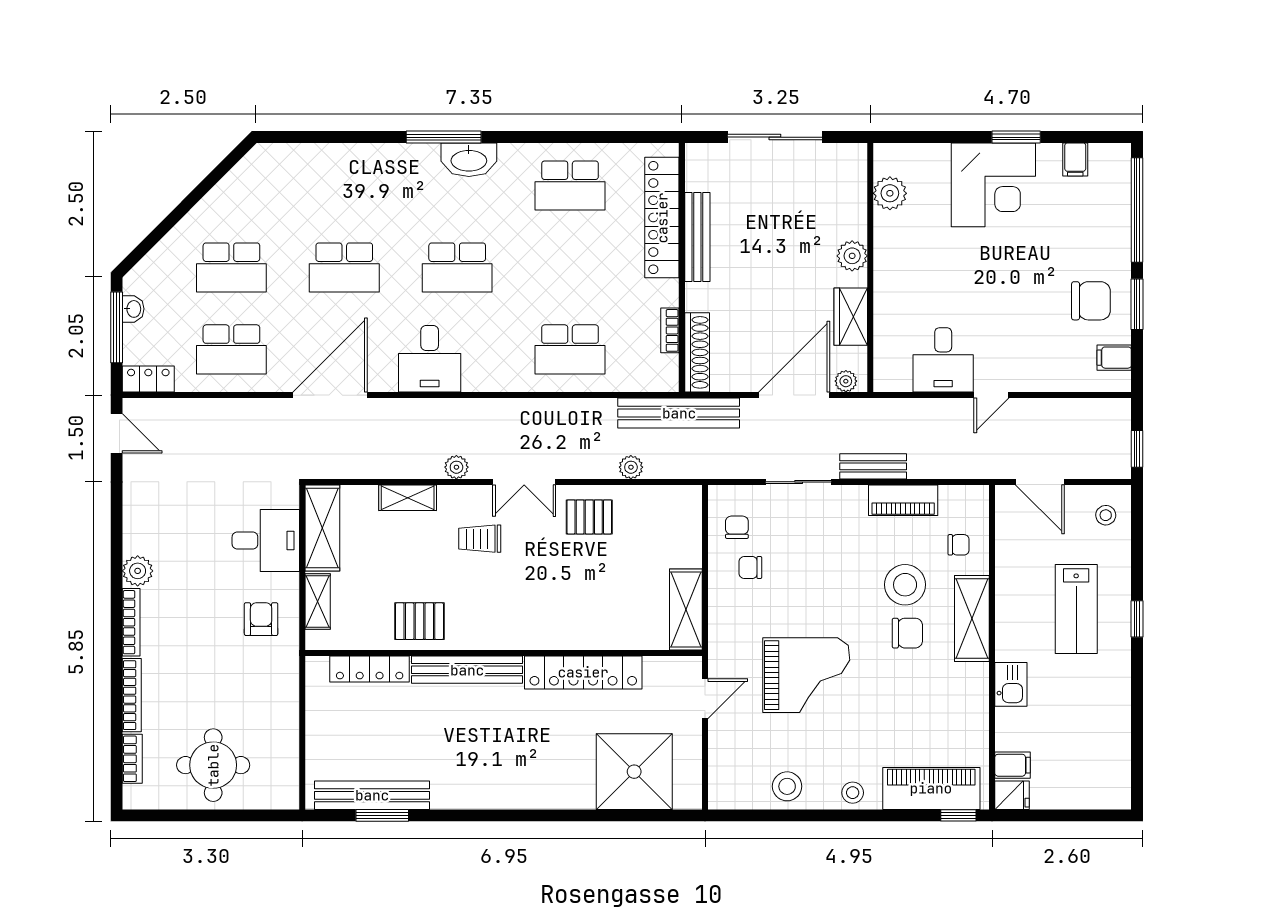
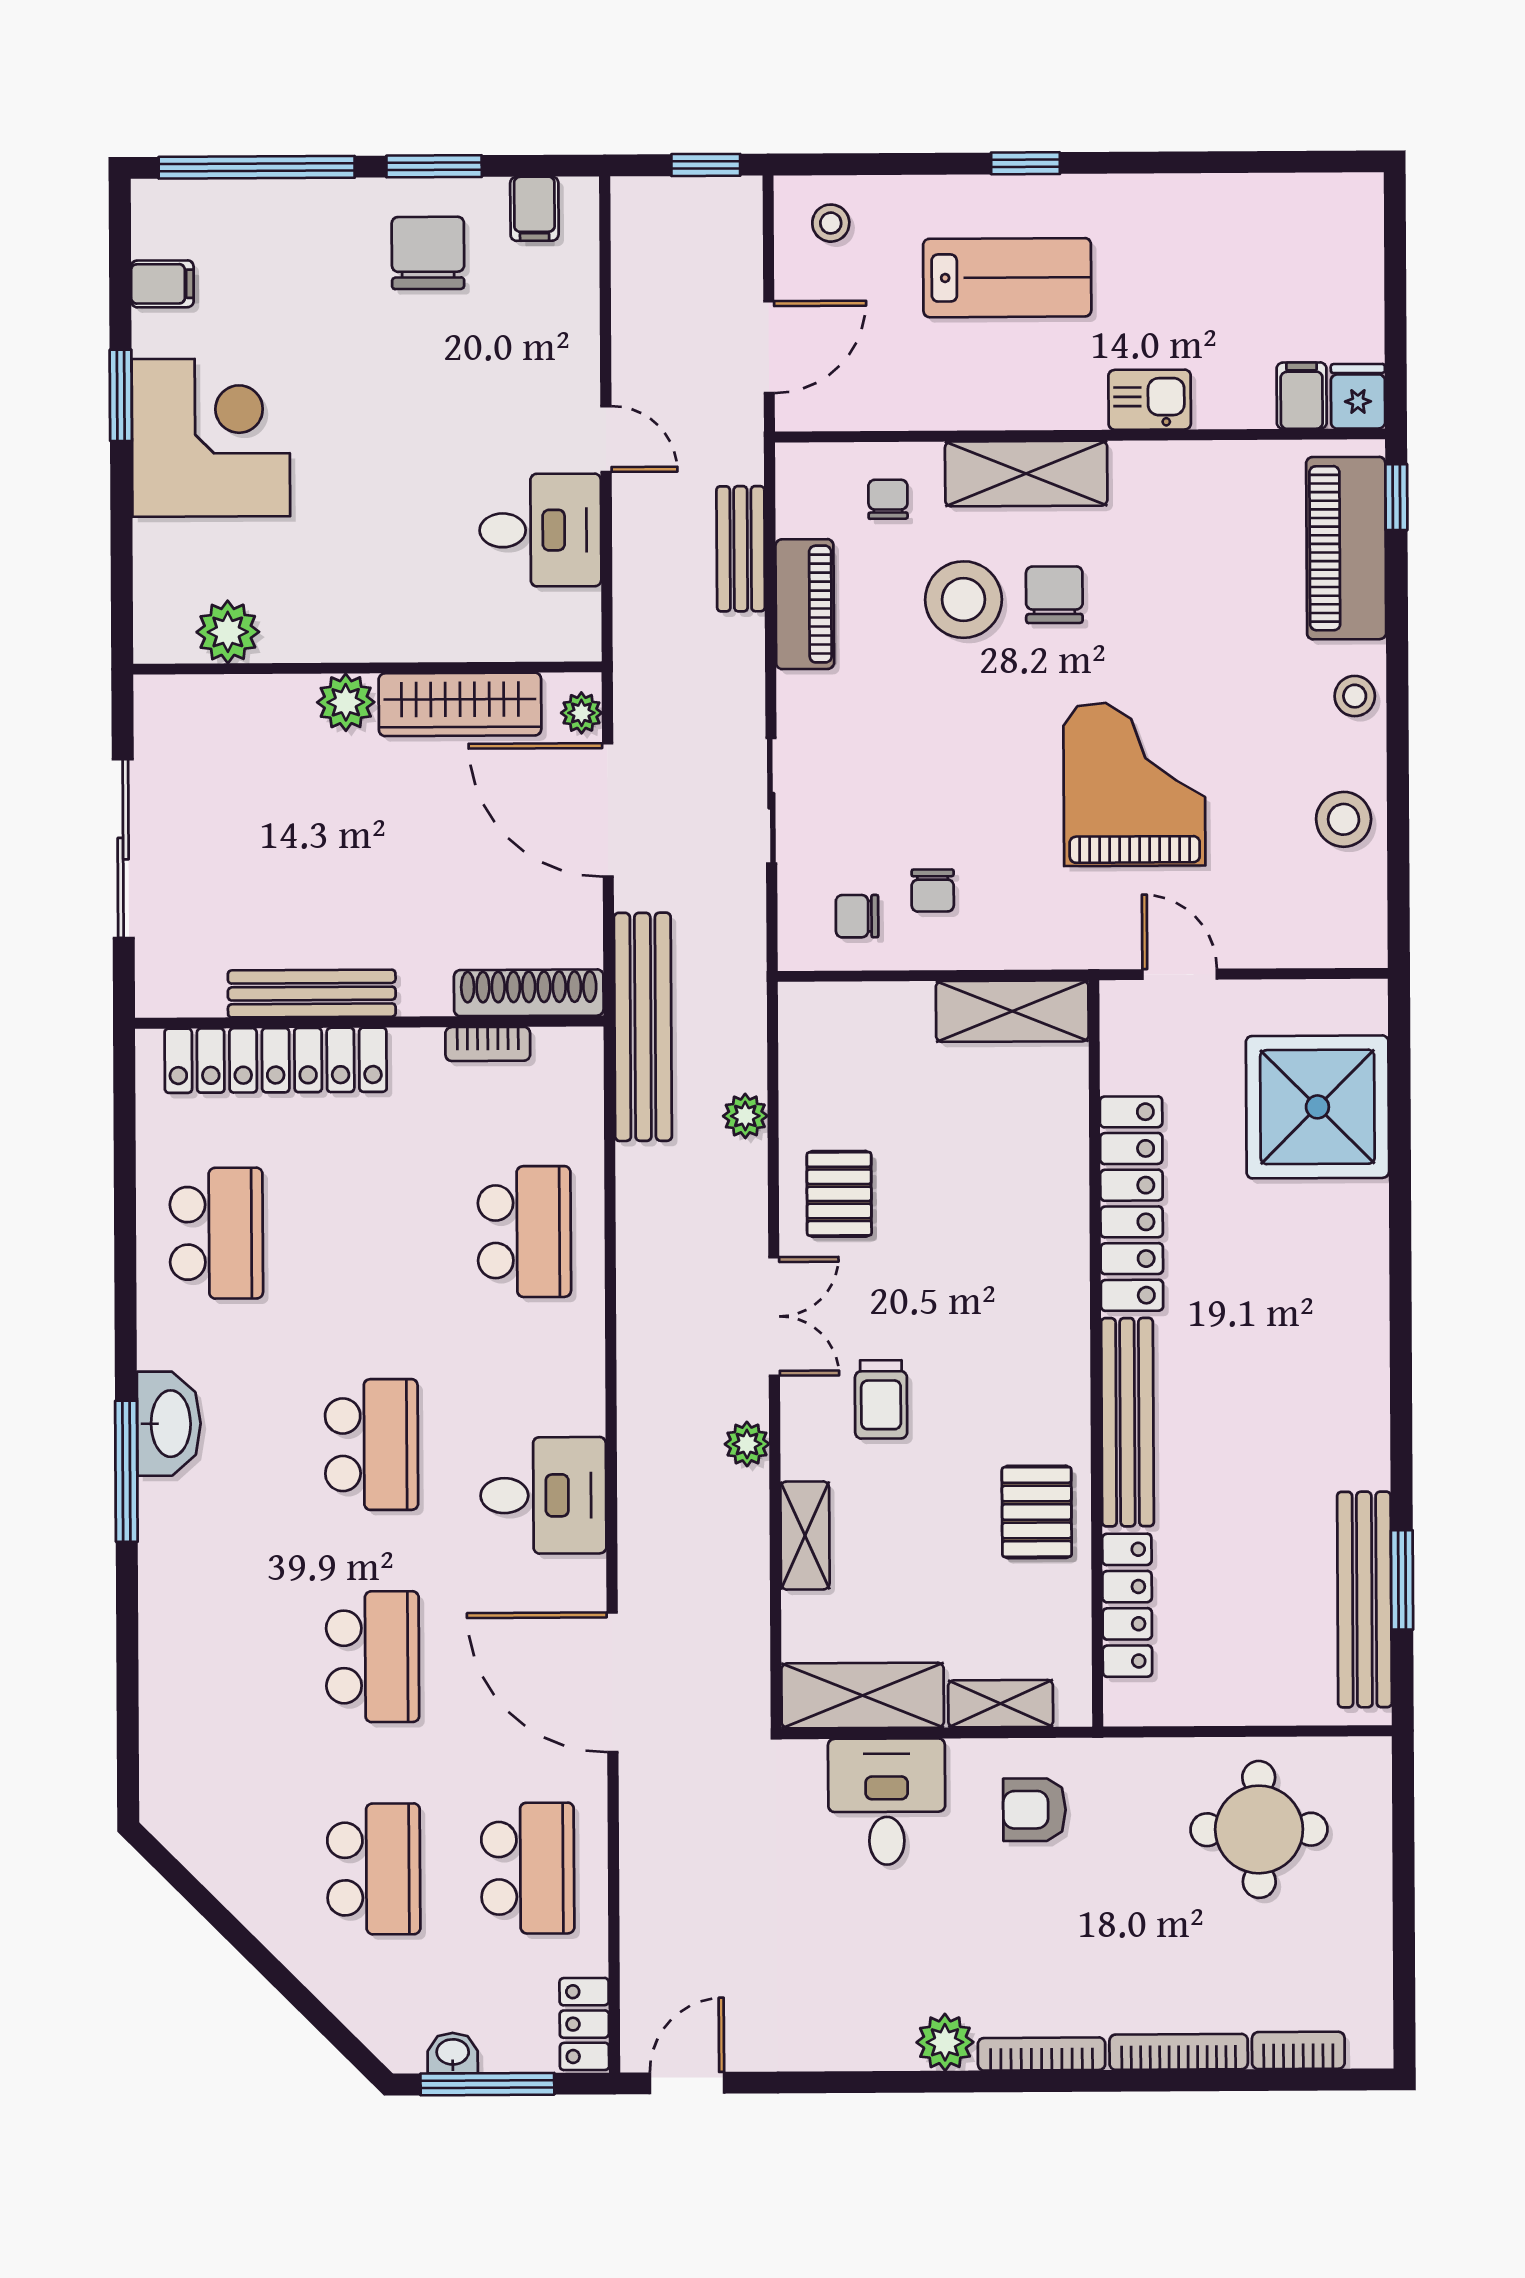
wardrobe: (851, 317) -> (460, 704), width x1.50
bench: (873, 466) -> (741, 549), moved
round table: (213, 765) -> (1259, 1829), moved

